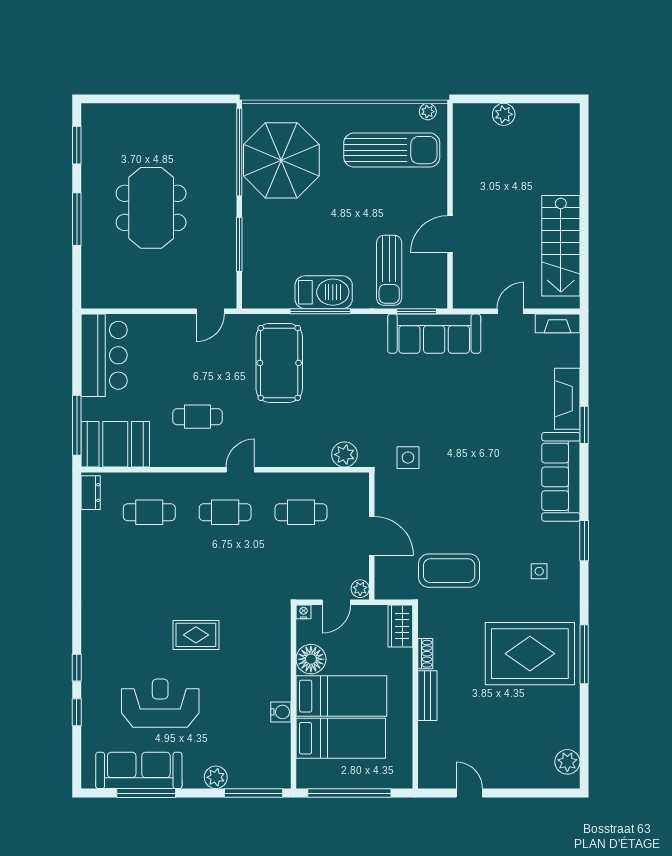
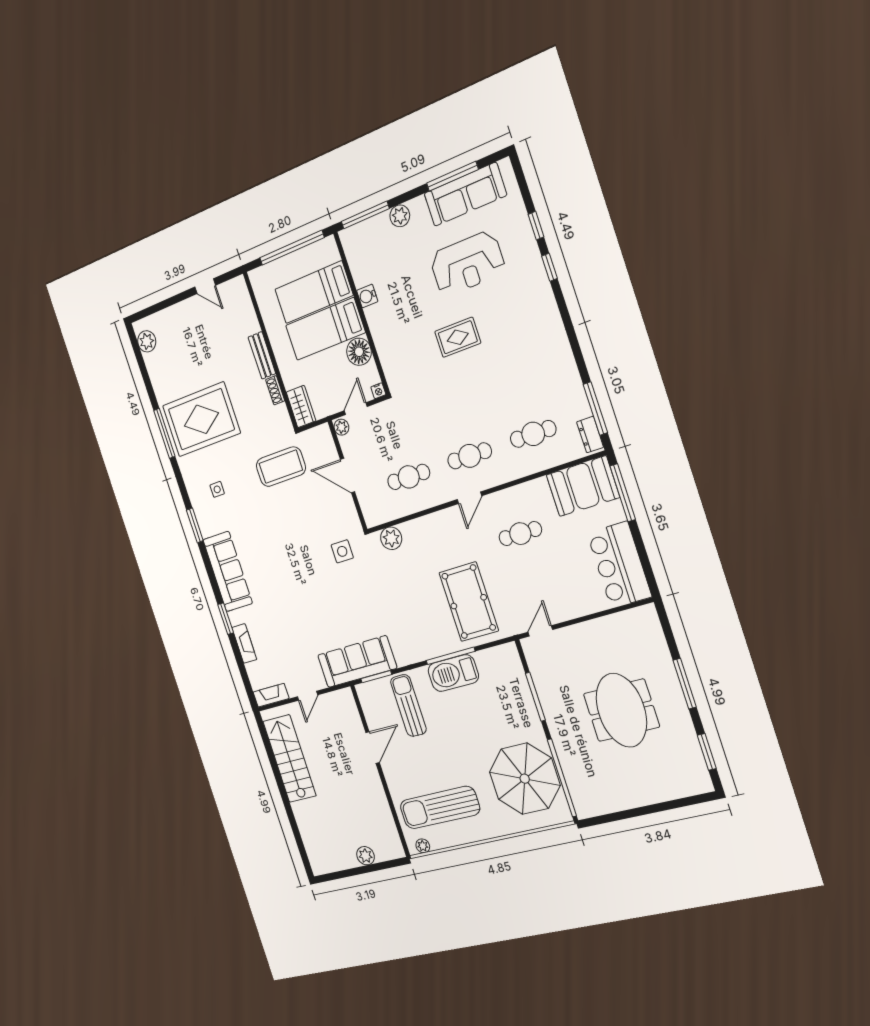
fireplace: (567, 399) -> (244, 644), width x0.73, depth x0.76
window: (77, 516) -> (595, 409), added

